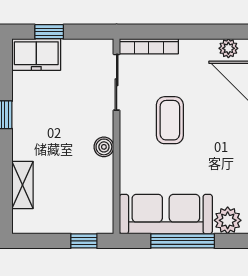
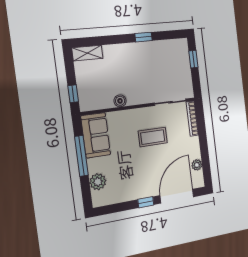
freezer: (36, 54) -> (180, 53), removed
boiler: (104, 147) -> (120, 101), moved
shelving: (23, 185) -> (87, 53), moved
sofa: (166, 214) -> (96, 135), width x0.73

